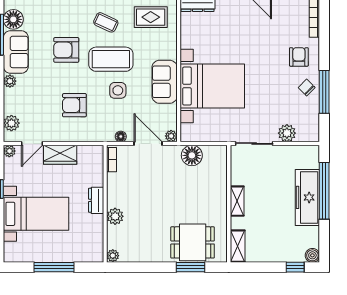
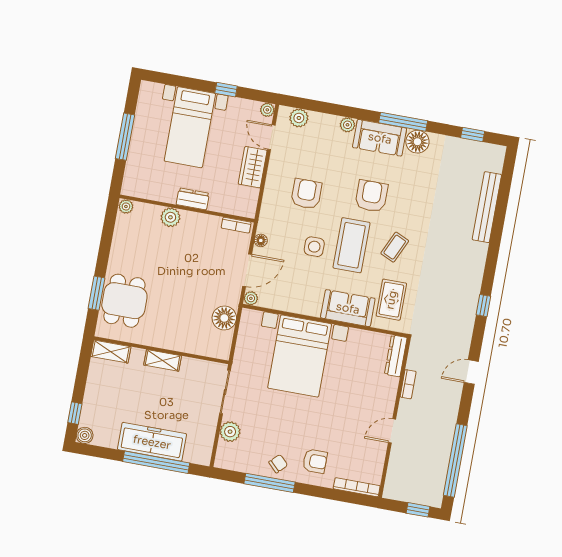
sofa: (165, 82) -> (348, 308), moved

